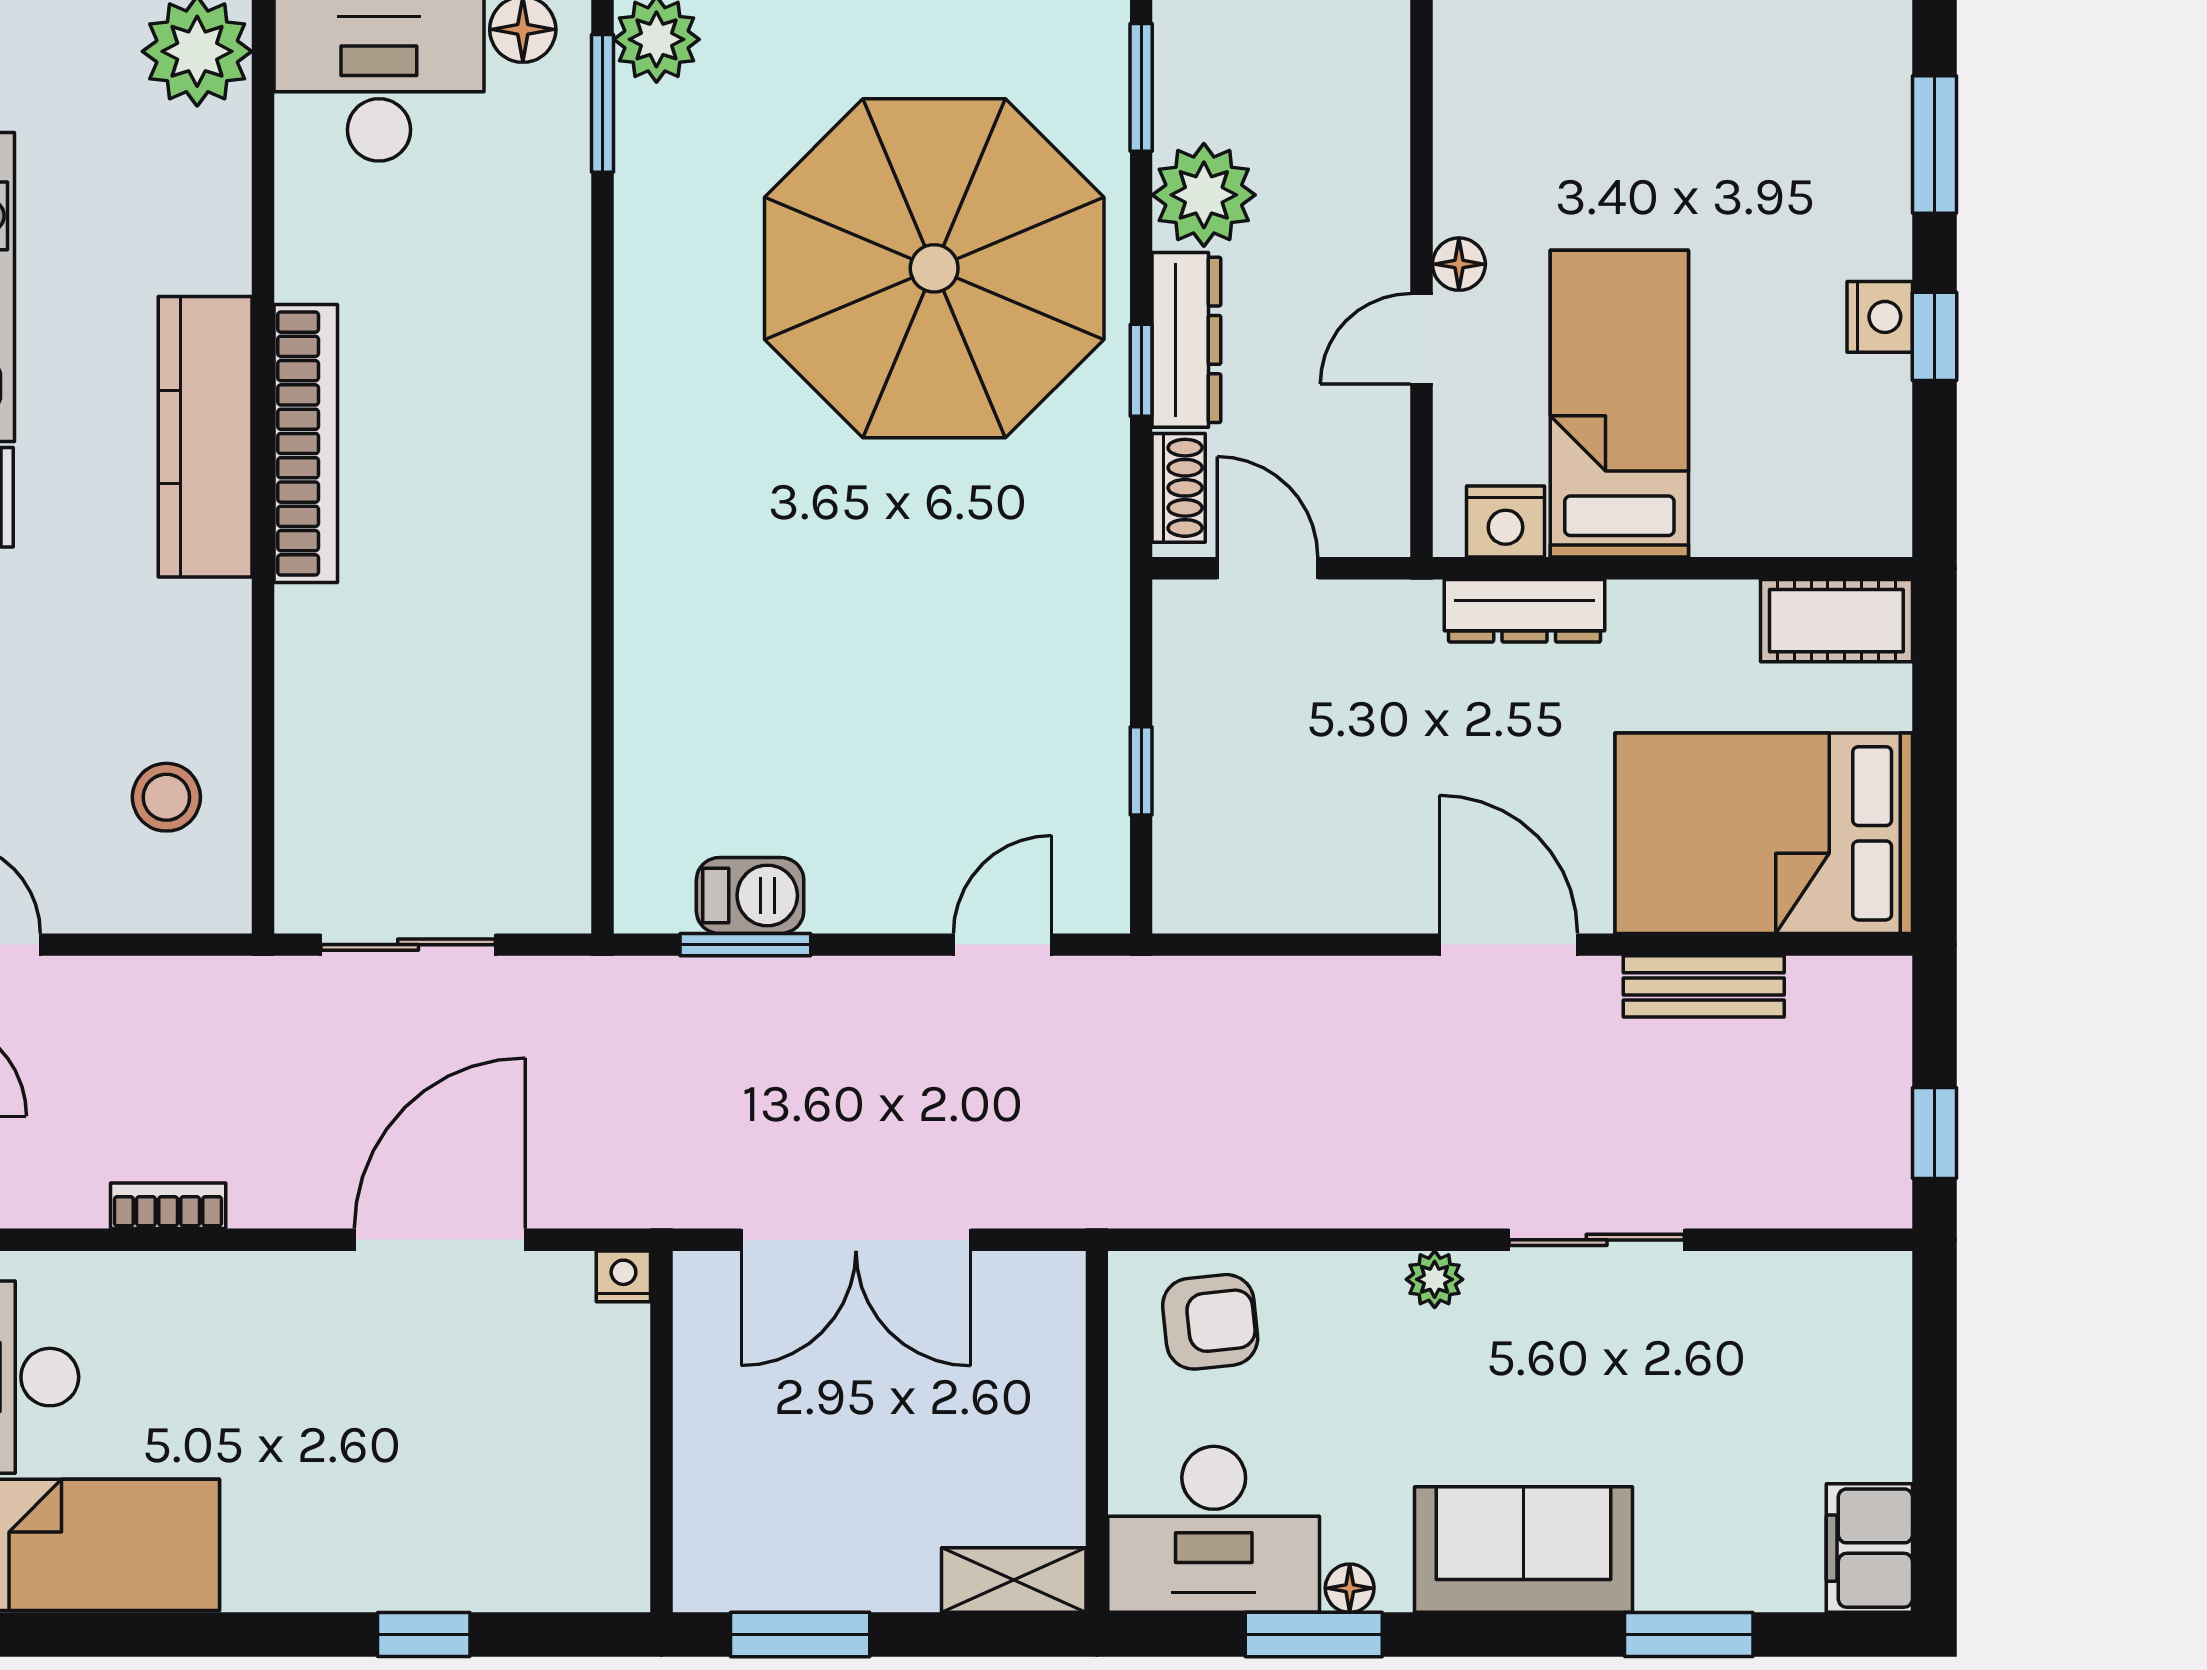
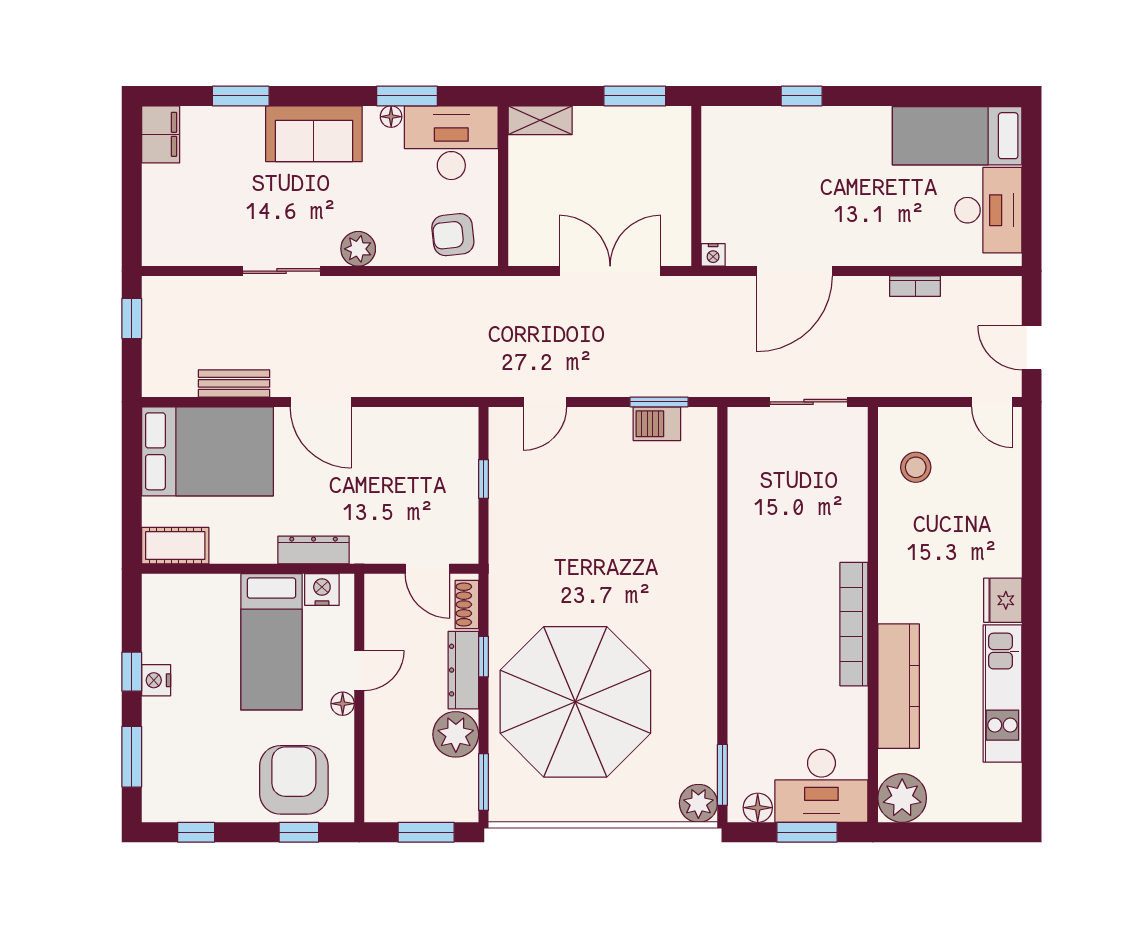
armchair: (1569, 92) -> (294, 780), added
kitchen counter: (205, 437) -> (899, 686), moved
plant: (1435, 1279) -> (358, 249), width x1.38, depth x1.38

